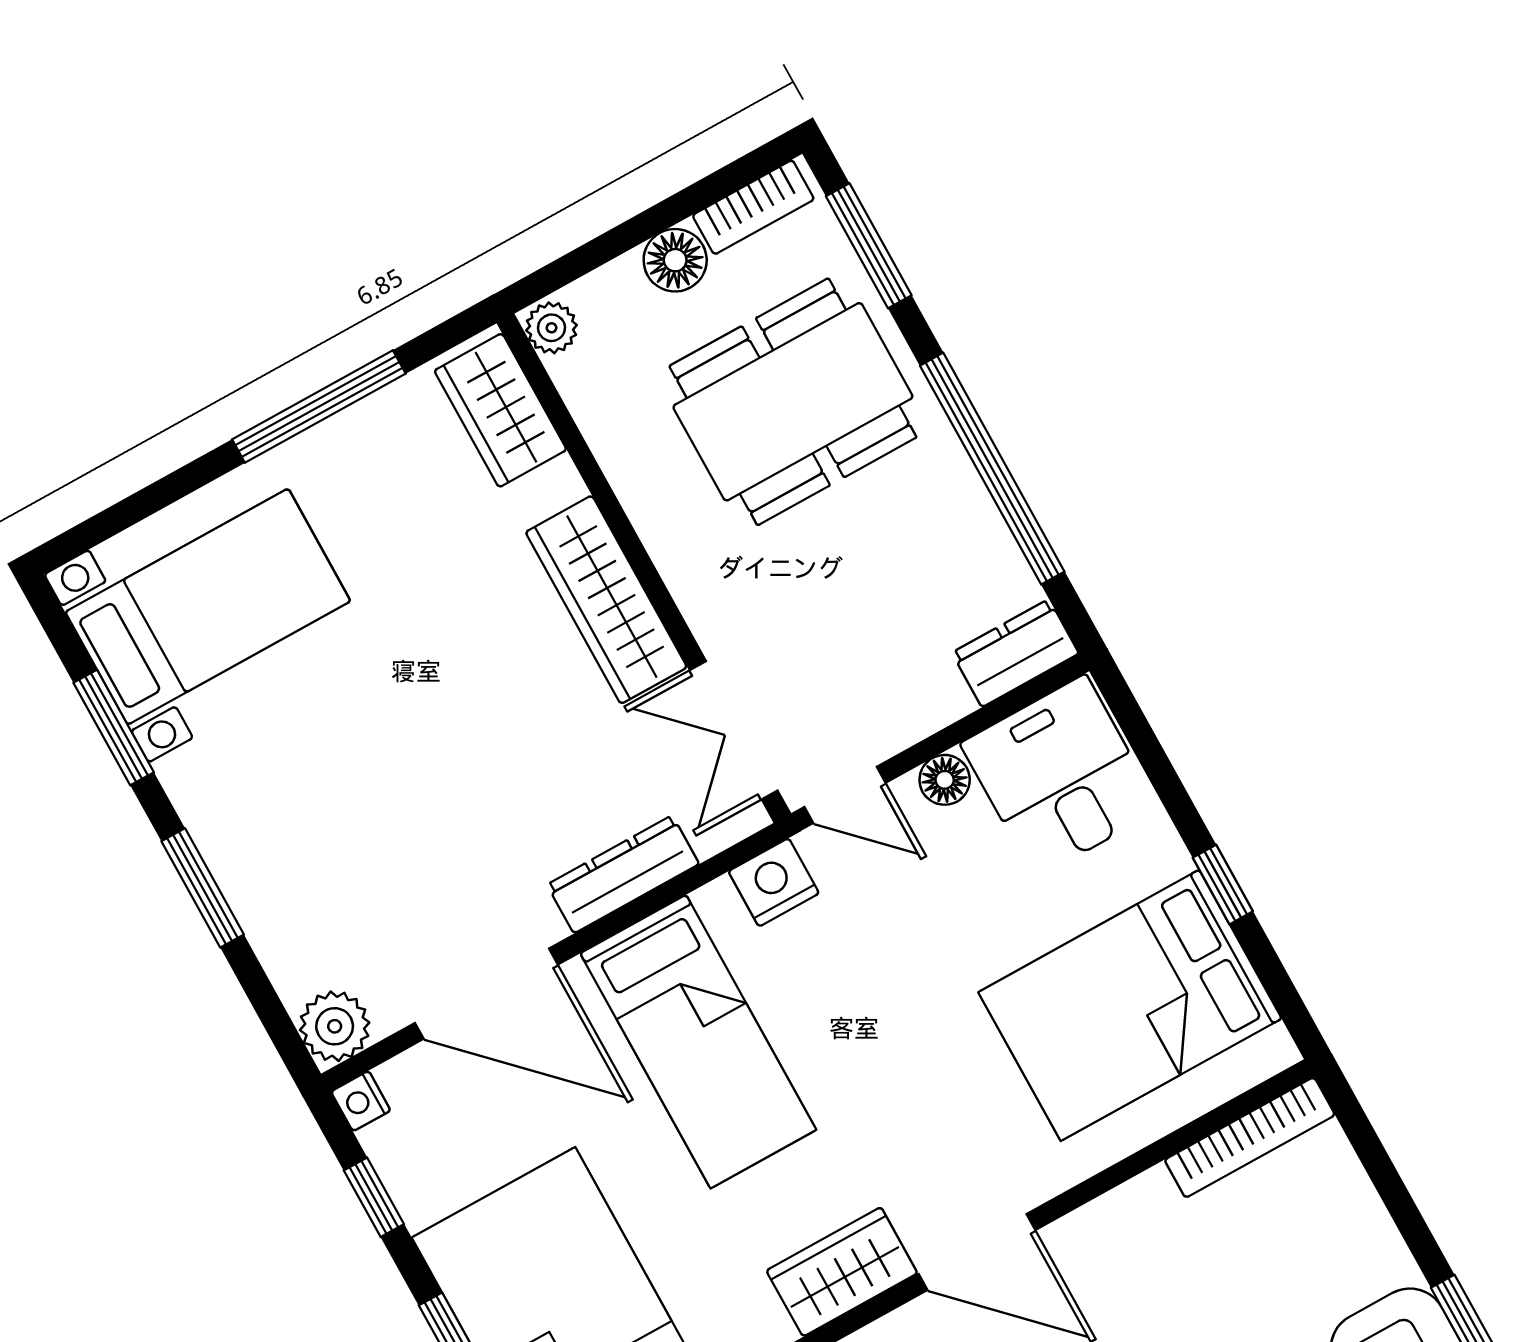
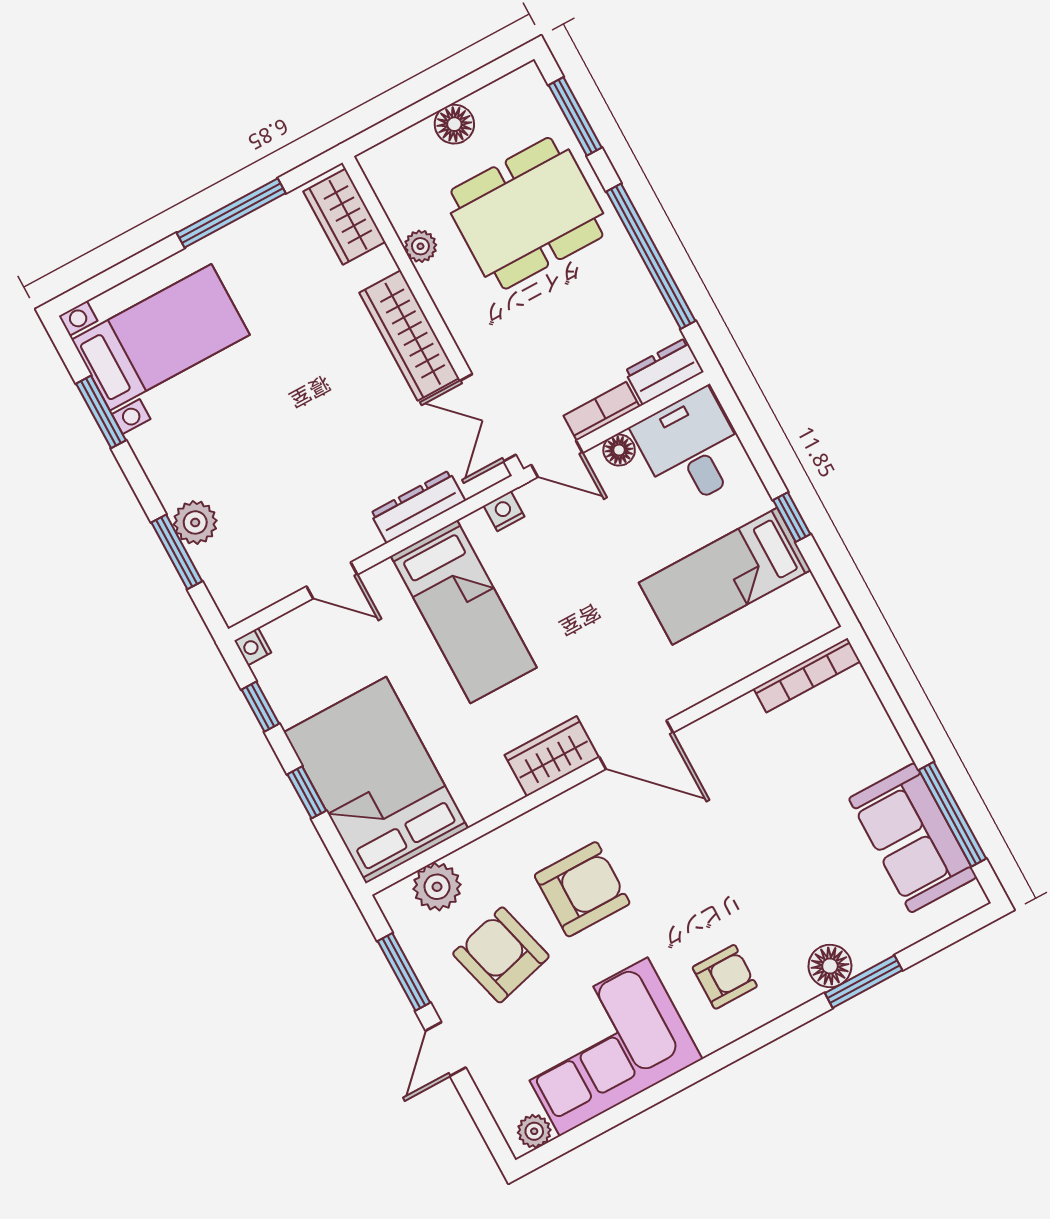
bookcase: (753, 207) -> (602, 411), moved, turned 180
plant: (552, 328) -> (420, 246), moved
nightstand: (774, 882) -> (504, 511), width x0.72, depth x0.74
window: (203, 888) -> (177, 552), moved
door: (486, 994) -> (332, 580), width x0.53
bed: (1130, 1005) -> (725, 576), width x0.67
plant: (335, 1026) -> (195, 522), moved

